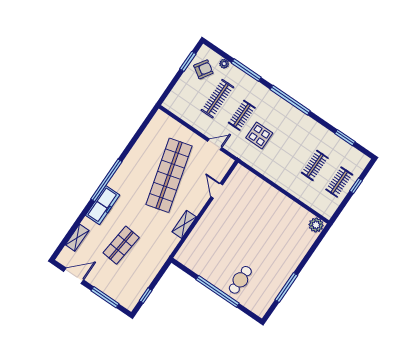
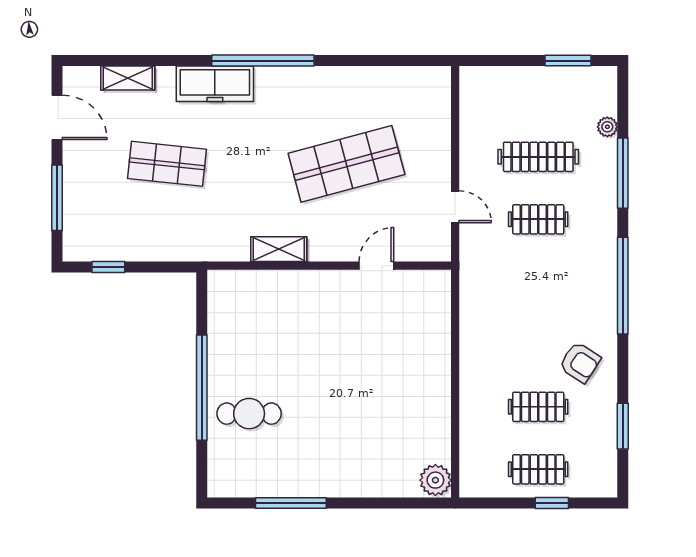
armchair: (203, 69) -> (580, 362), moved
display table: (259, 135) -> (524, 274), removed
shop shelf: (169, 175) -> (346, 164), width x0.71

